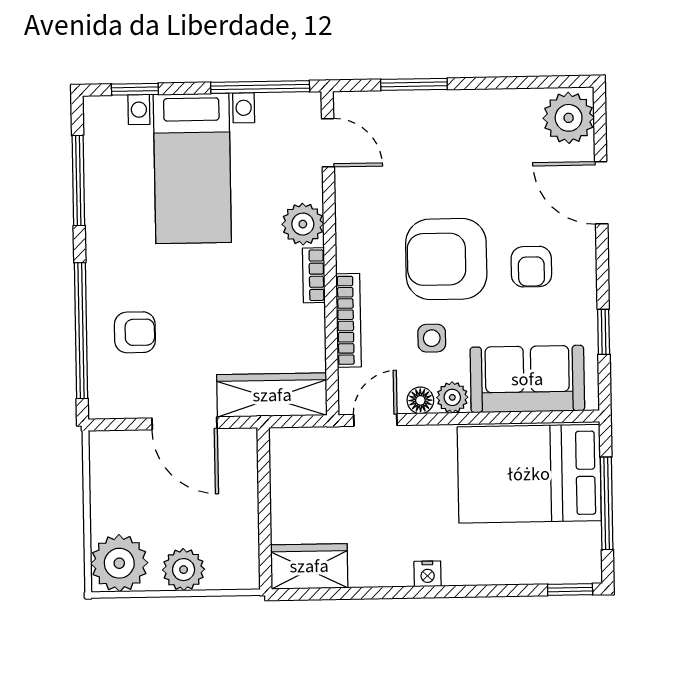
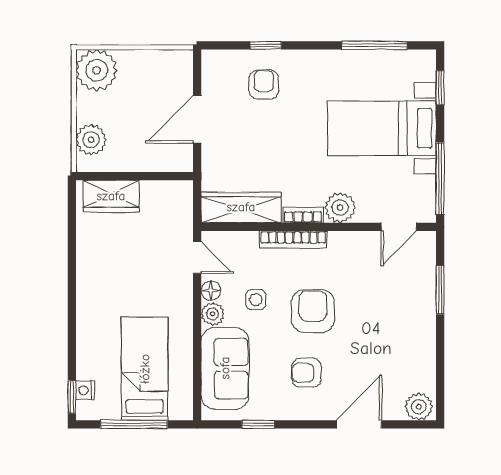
plant: (569, 118) -> (419, 407), width x0.73, depth x0.73
armchair: (446, 259) -> (313, 311), width x0.73, depth x0.73
bookcase: (349, 320) -> (293, 240), moved
window: (81, 331) -> (266, 45), width x0.32
armchair: (135, 332) -> (264, 85), turned 180
wardrobe: (272, 395) -> (241, 207), moved, turned -90
bed: (529, 474) -> (145, 369), width x0.67
wardrobe: (309, 566) -> (111, 196), moved, turned 90
plant: (184, 570) -> (91, 140), moved
nightstand: (428, 574) -> (85, 390), moved

